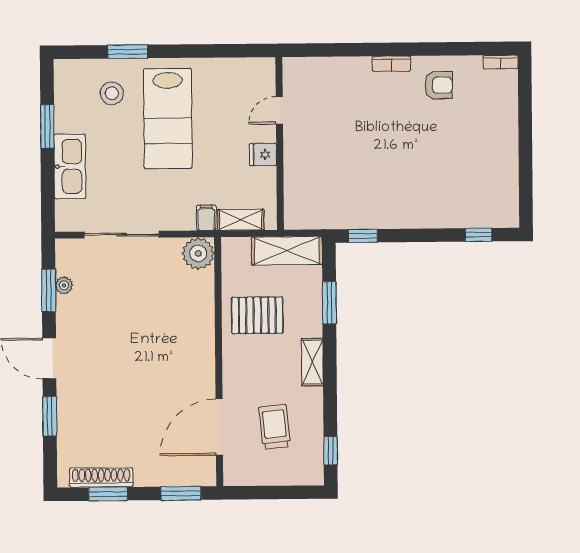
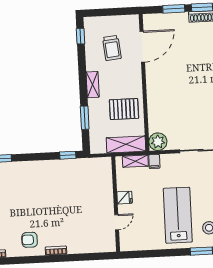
shelving: (287, 251) -> (126, 144), moved
window: (181, 493) -> (174, 9), moved

